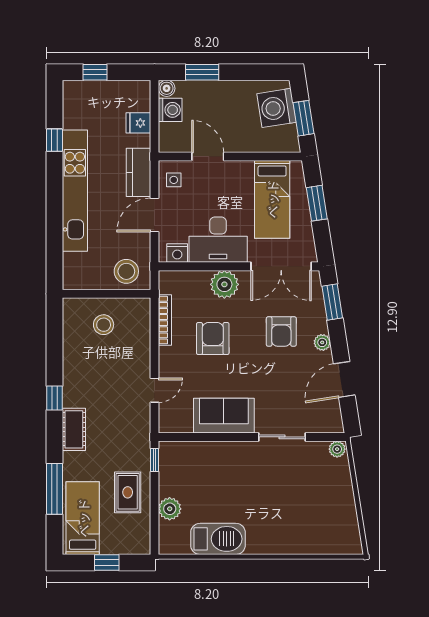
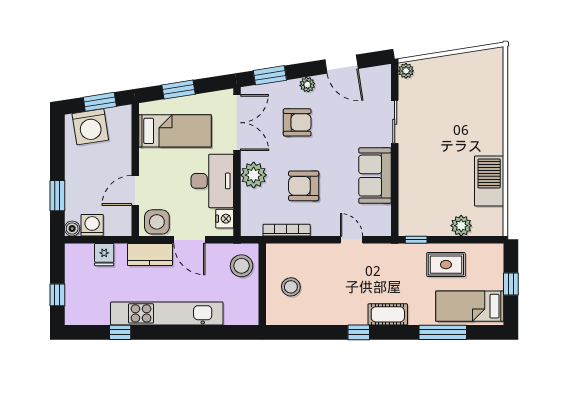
side table: (174, 180) -> (157, 222), width x1.87, depth x1.87

